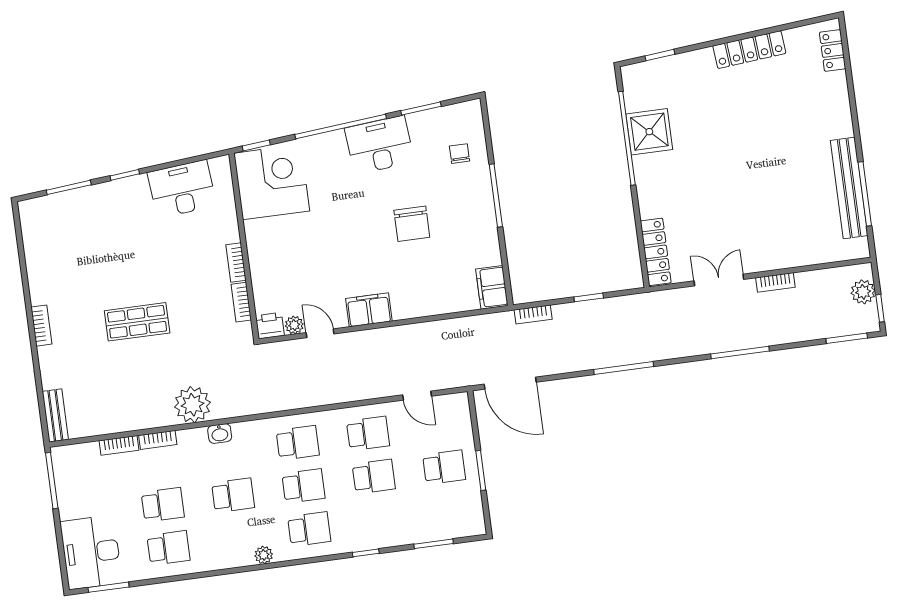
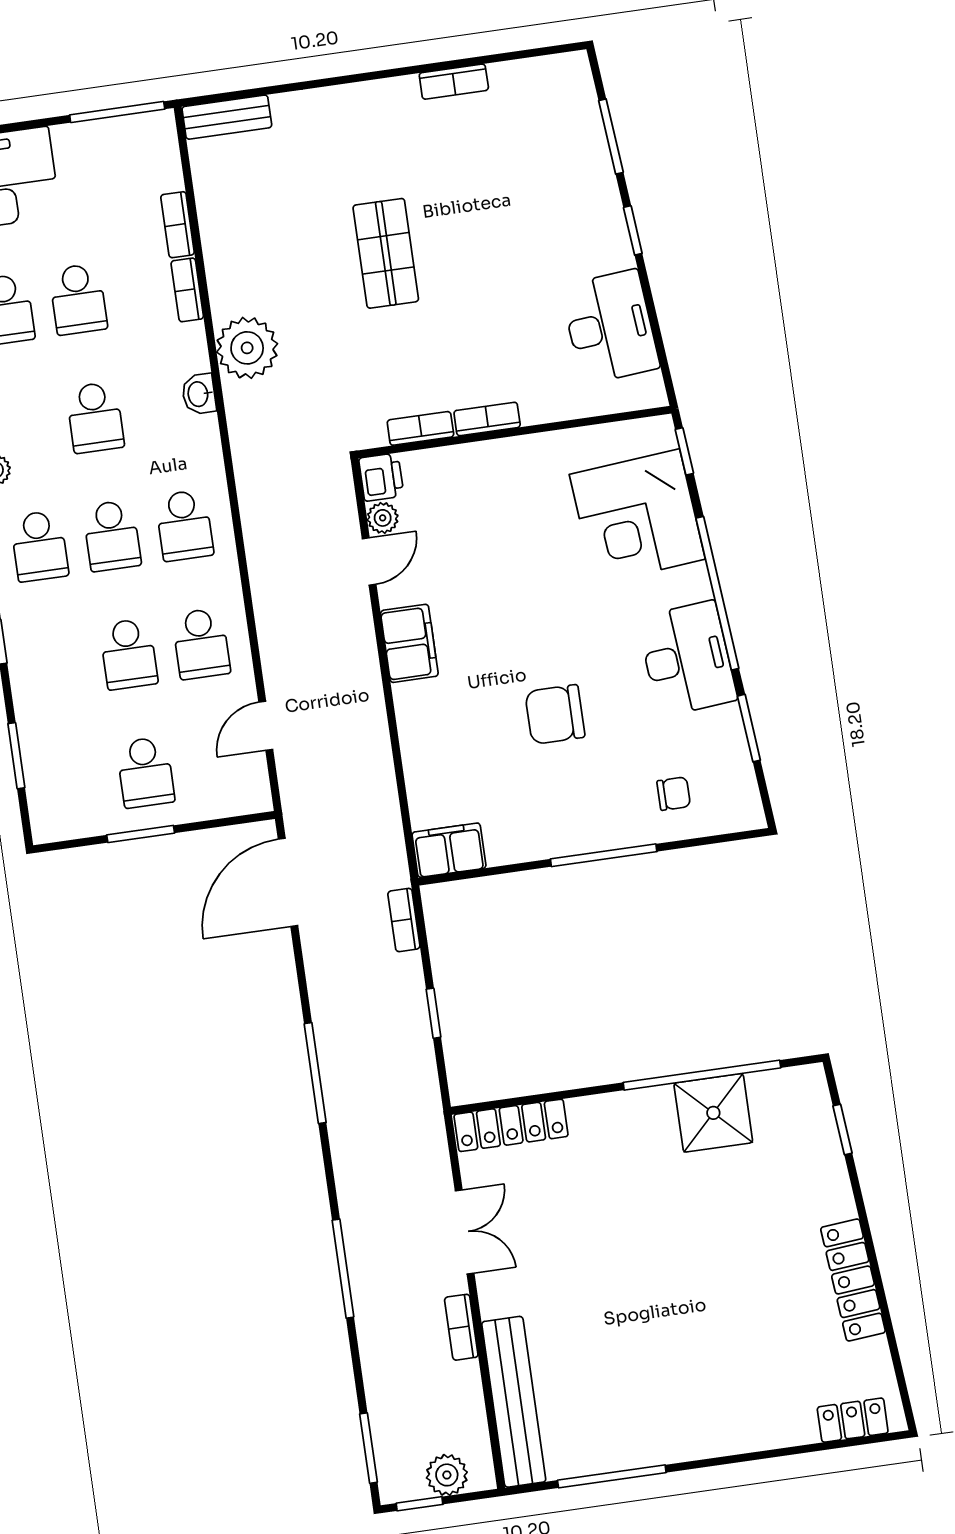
corner desk: (272, 182) -> (637, 517), moved, turned 85
bench: (849, 188) -> (514, 1402), moved, turned 90
bookcase: (41, 326) -> (454, 82), moved

